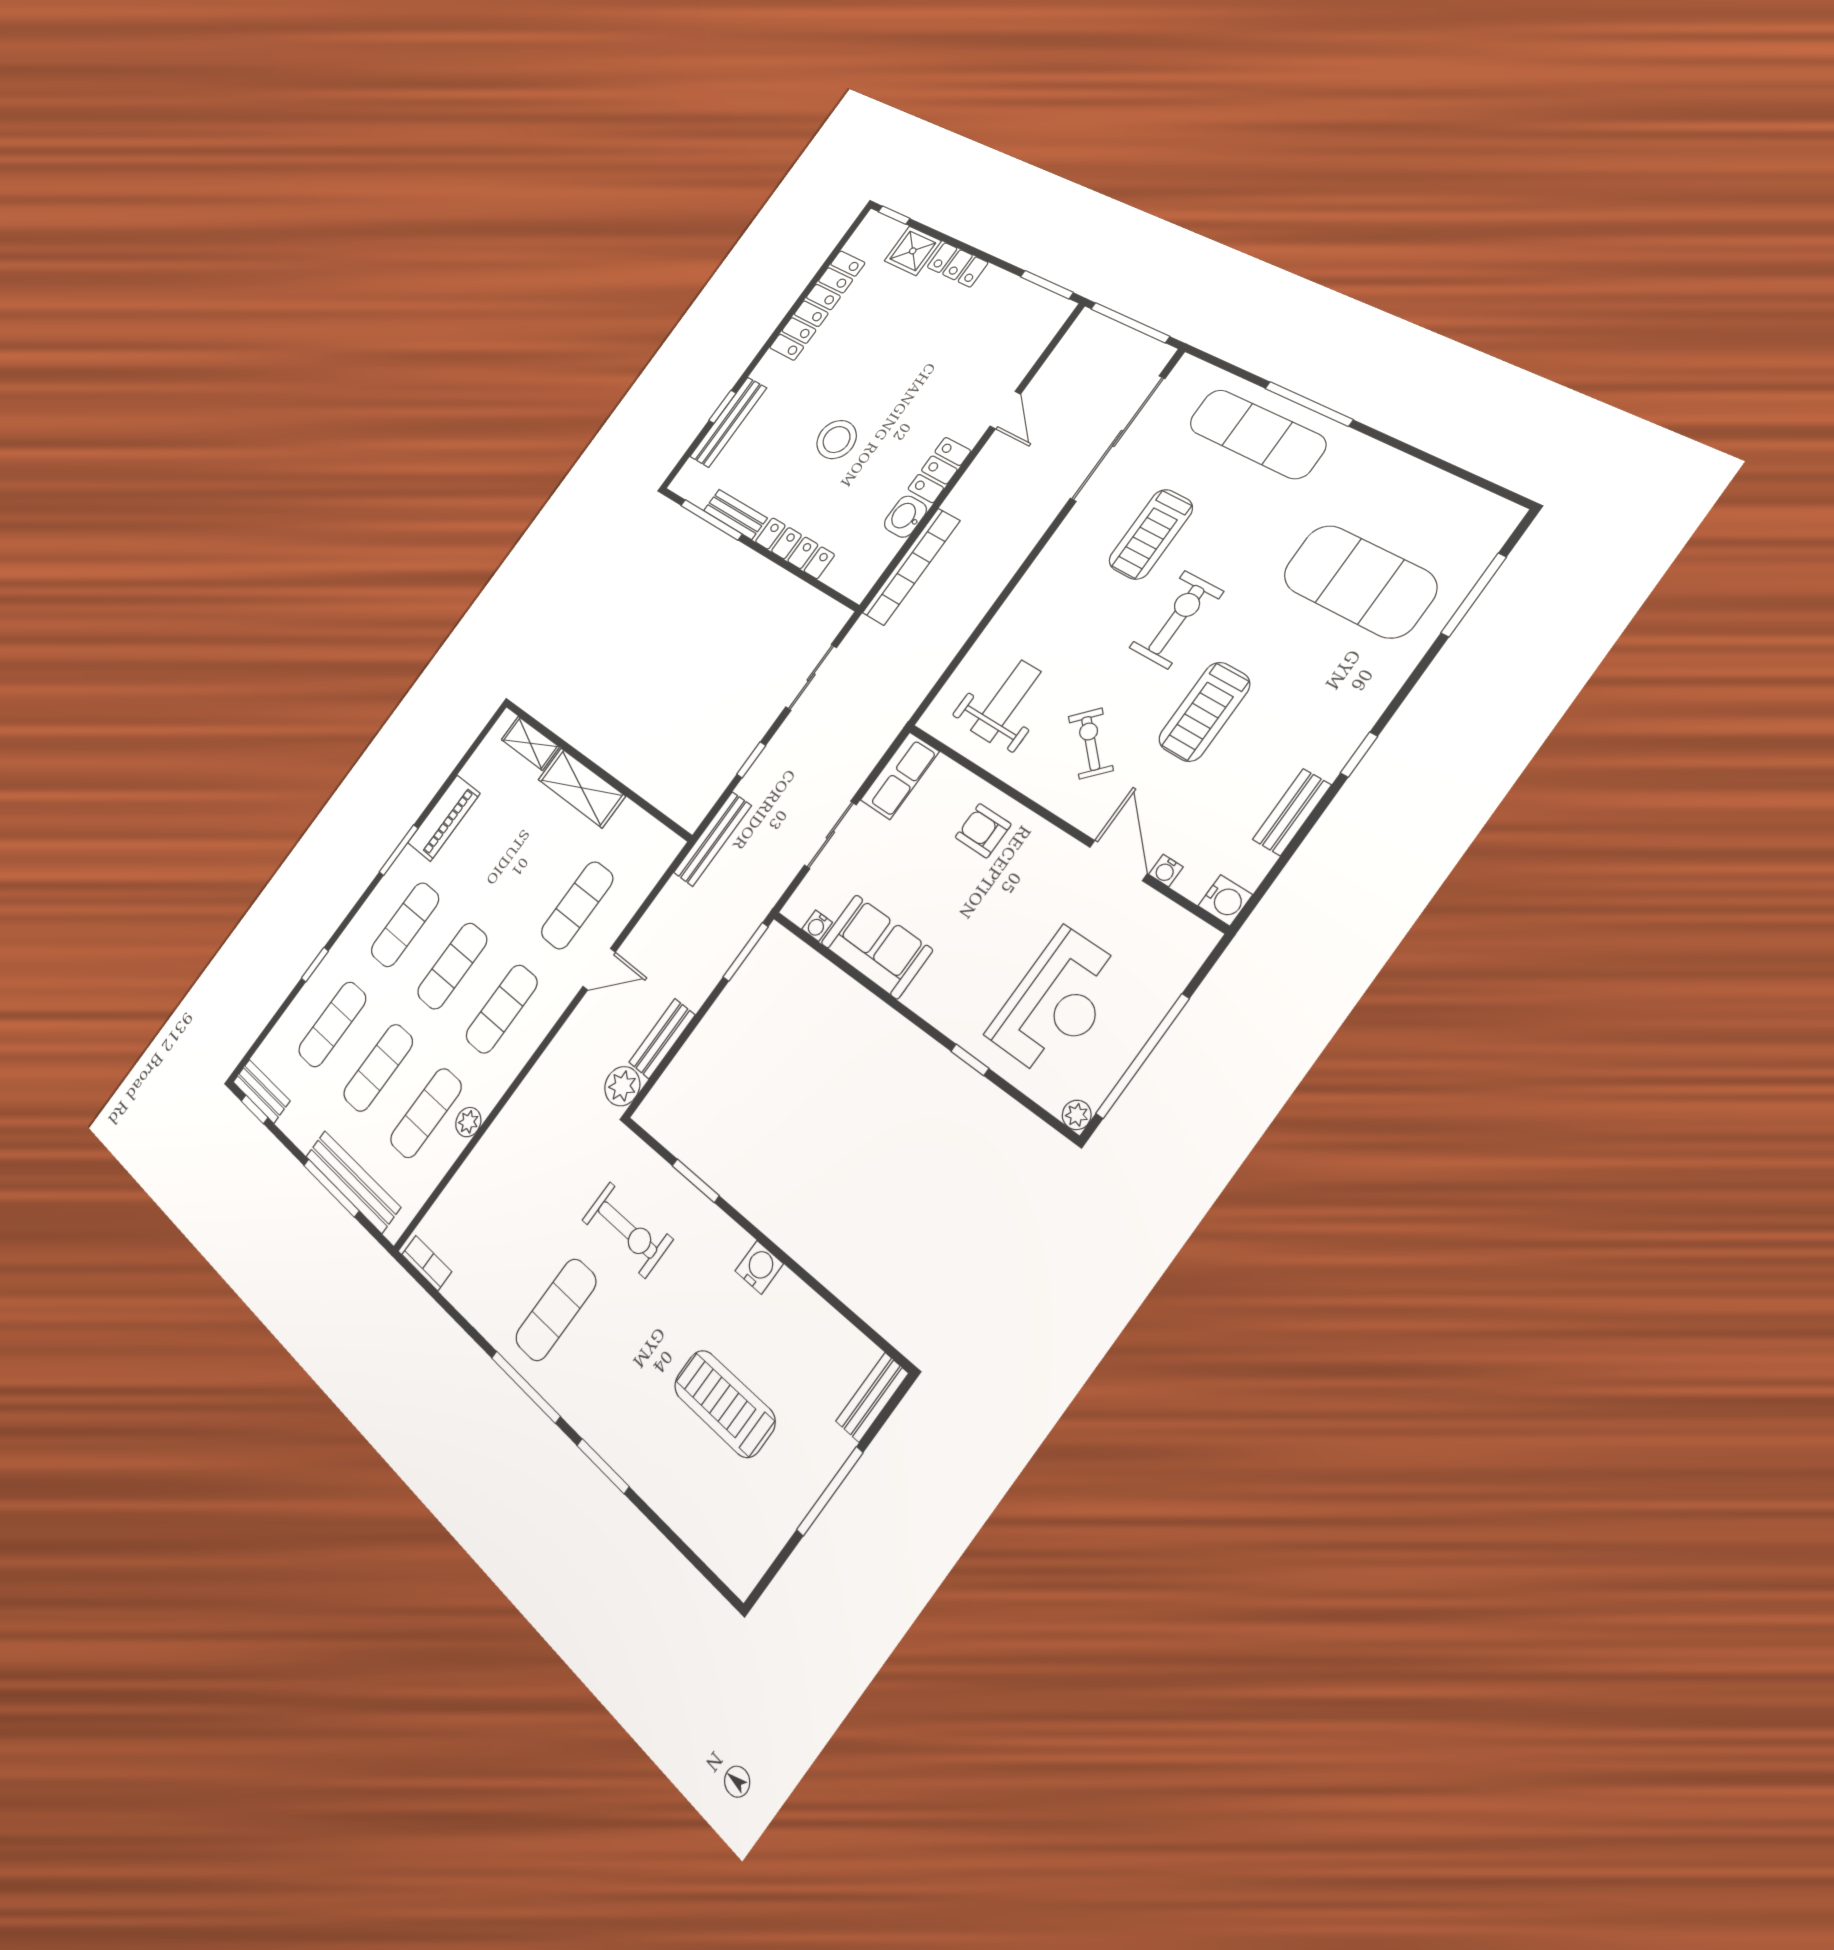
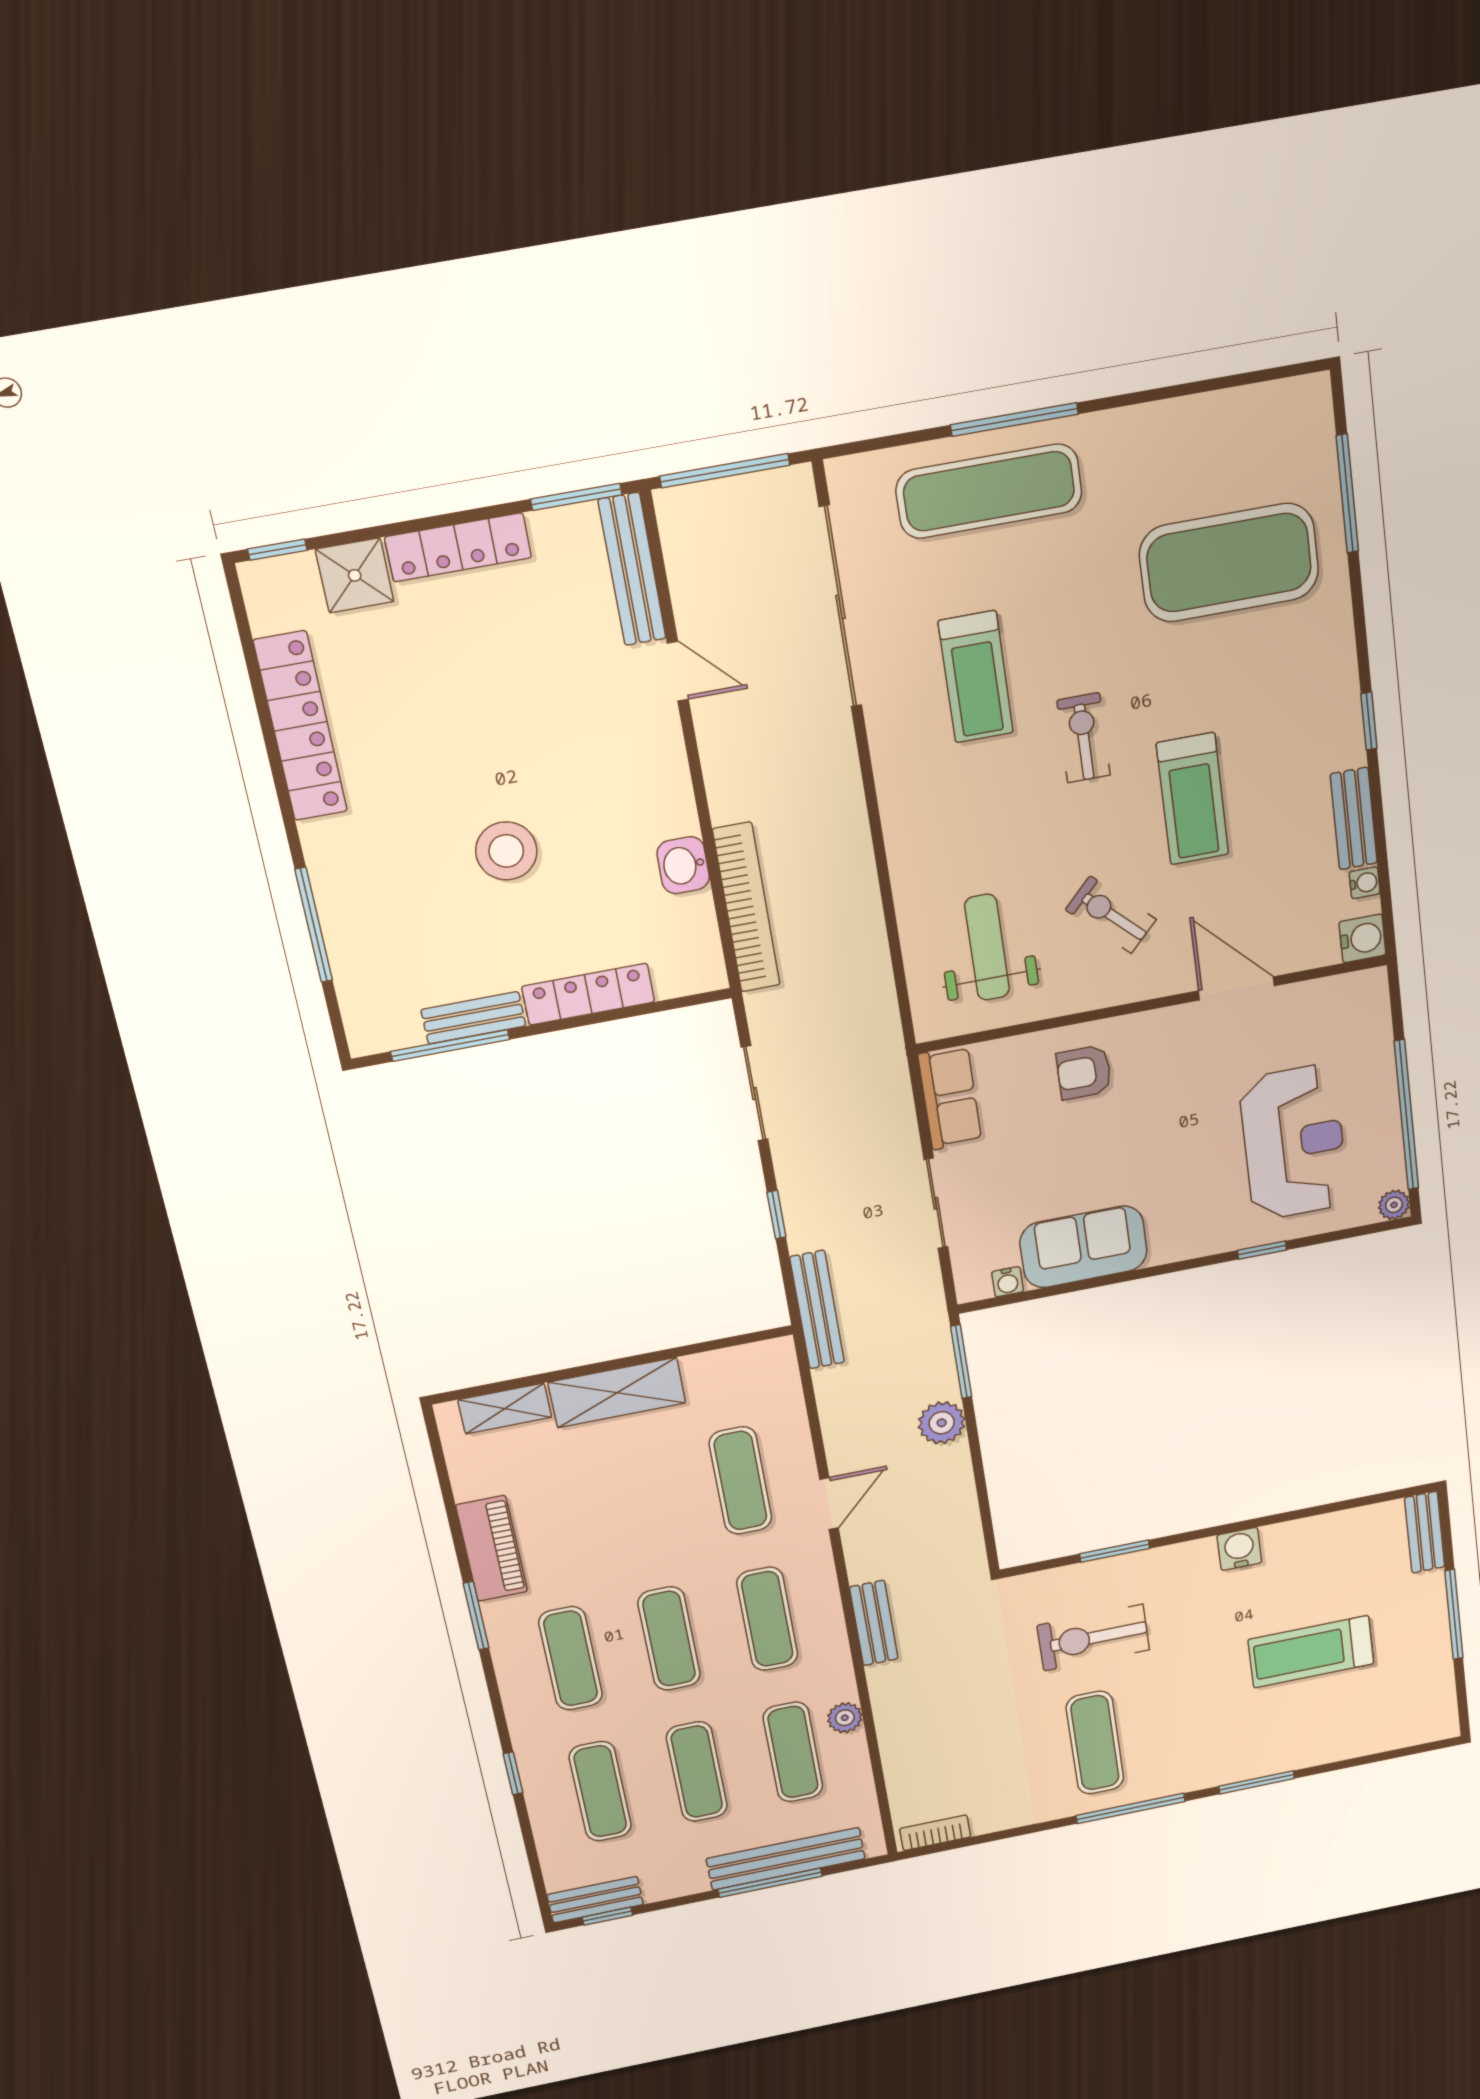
locker: (957, 265) -> (458, 547), width x1.53
window: (722, 407) -> (314, 925), width x2.17
bench: (728, 422) -> (632, 569), moved
locker: (939, 470) -> (669, 790), removed
exercise bike: (1176, 620) -> (1084, 738), width x0.73, depth x0.72
water cooler: (1166, 871) -> (1365, 883), moved, turned -90
bench: (662, 1039) -> (874, 1623), moved
plant: (622, 1086) -> (942, 1423), moved
exercise bike: (627, 1230) -> (1093, 1638), turned 180

